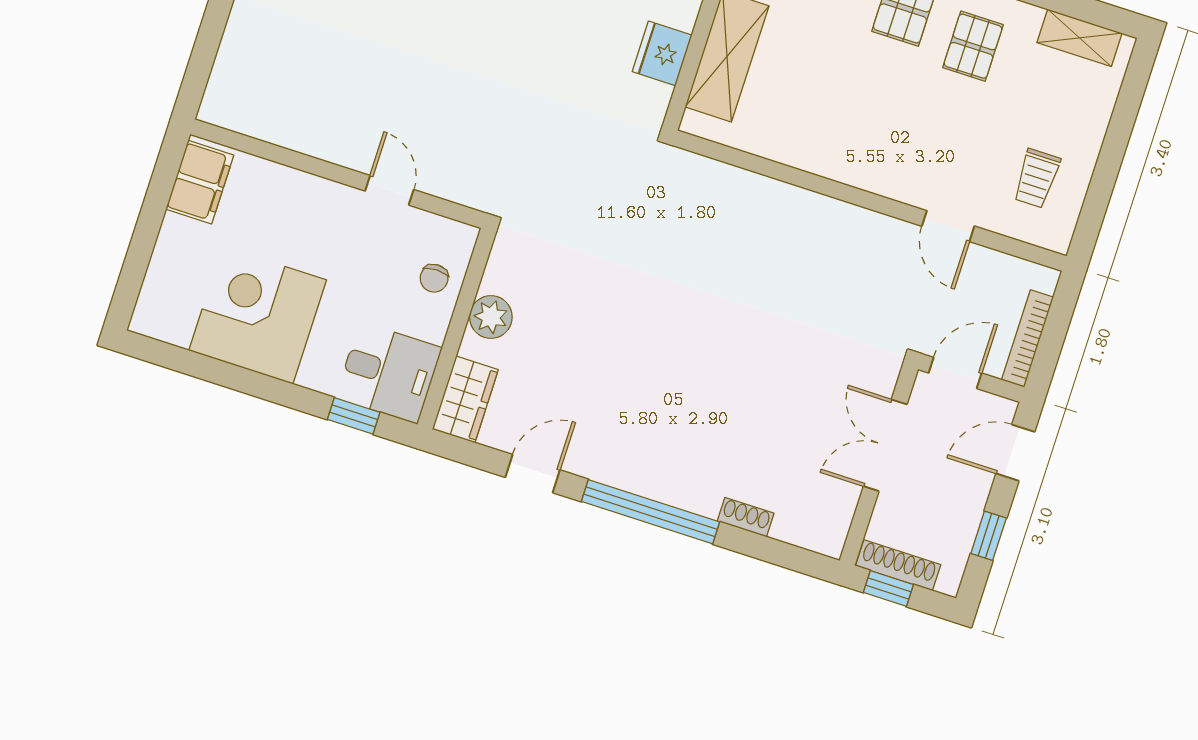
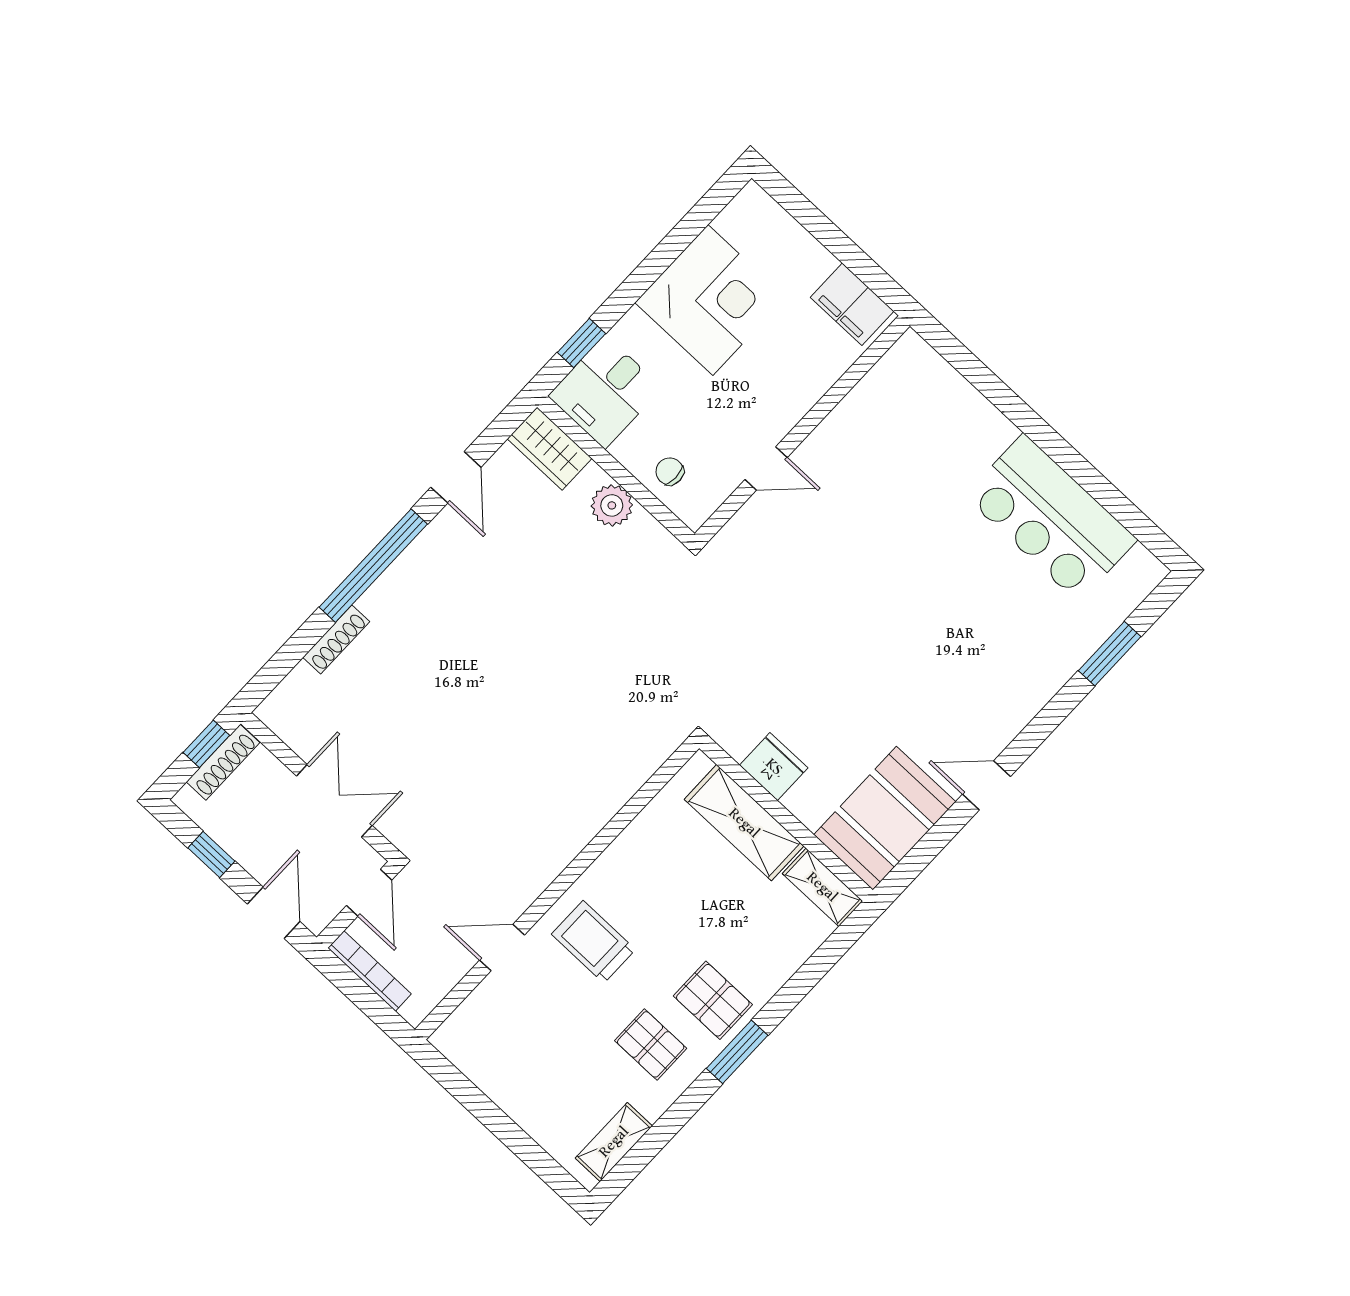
trolley: (1037, 178) -> (593, 942), moved, width x1.36, depth x1.39
shoe rack: (746, 517) -> (336, 640), width x1.43

